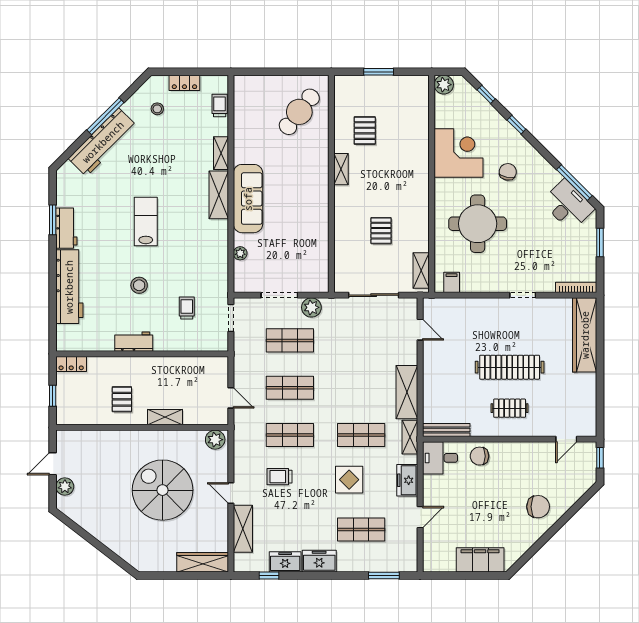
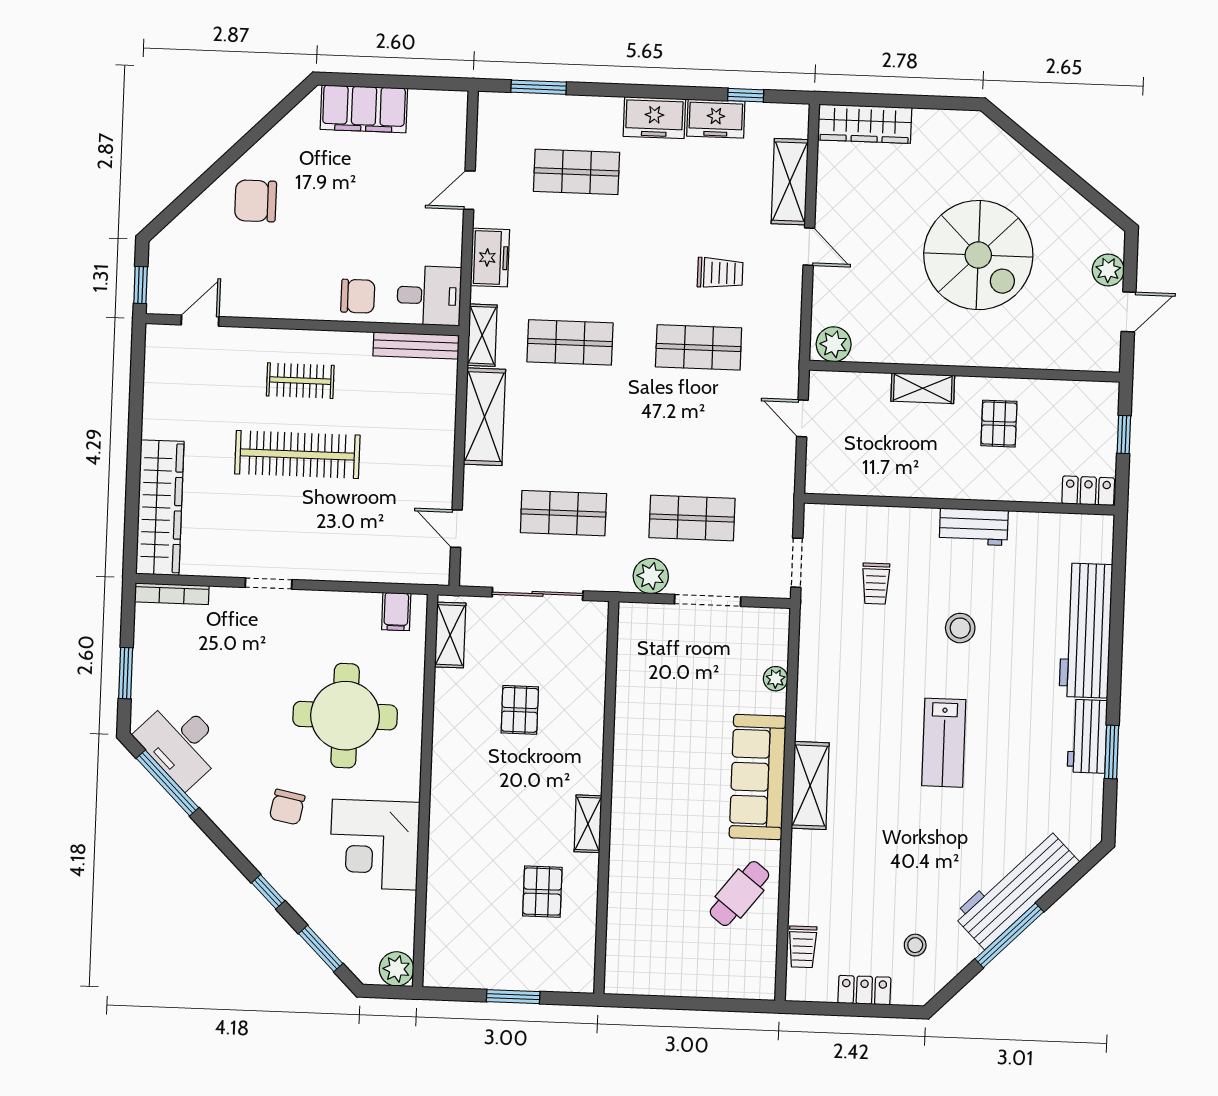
window: (486, 94) -> (321, 948), width x1.50
cafe table: (299, 112) -> (739, 894), moved, width x0.73, depth x0.74
shelving: (221, 153) -> (803, 861), removed
shop shelf: (290, 388) -> (563, 513), moved
display table: (349, 480) -> (594, 263), removed
spiral stairs: (163, 490) -> (978, 255), moved

